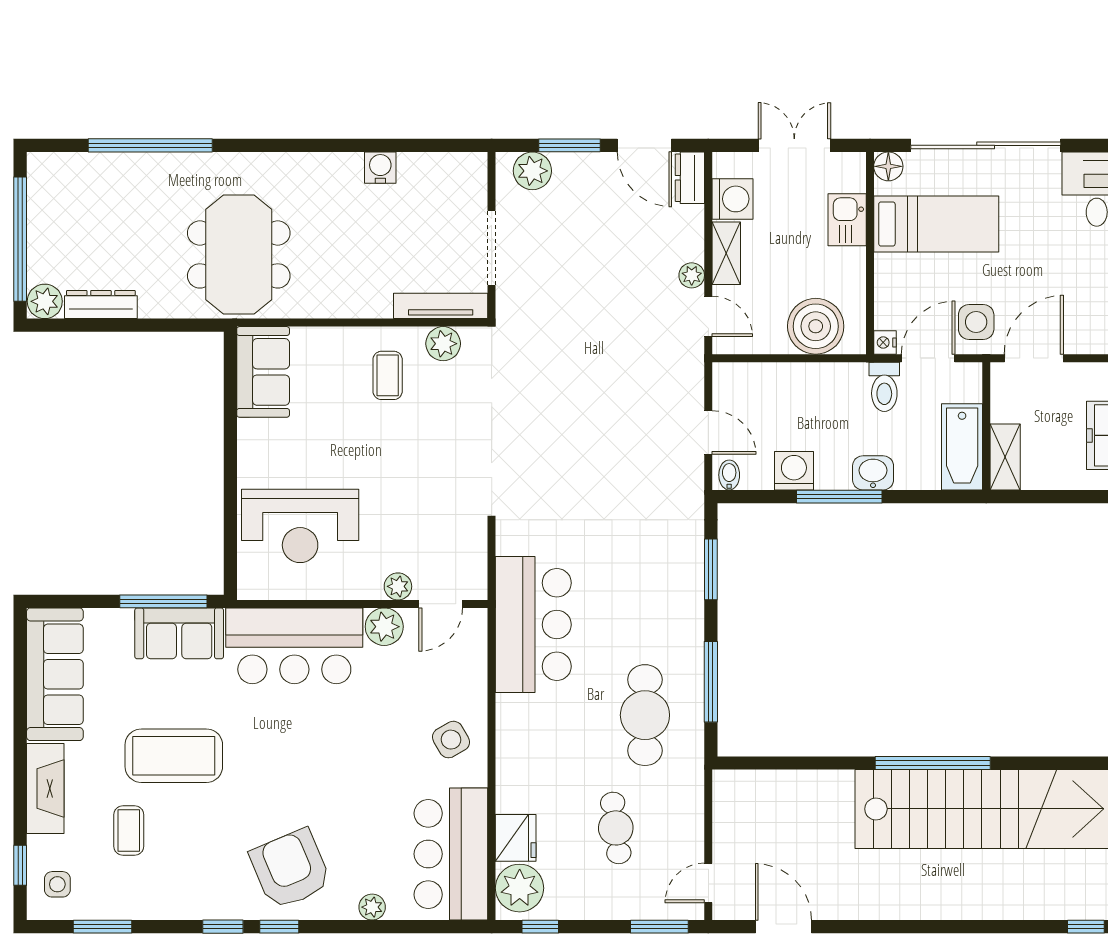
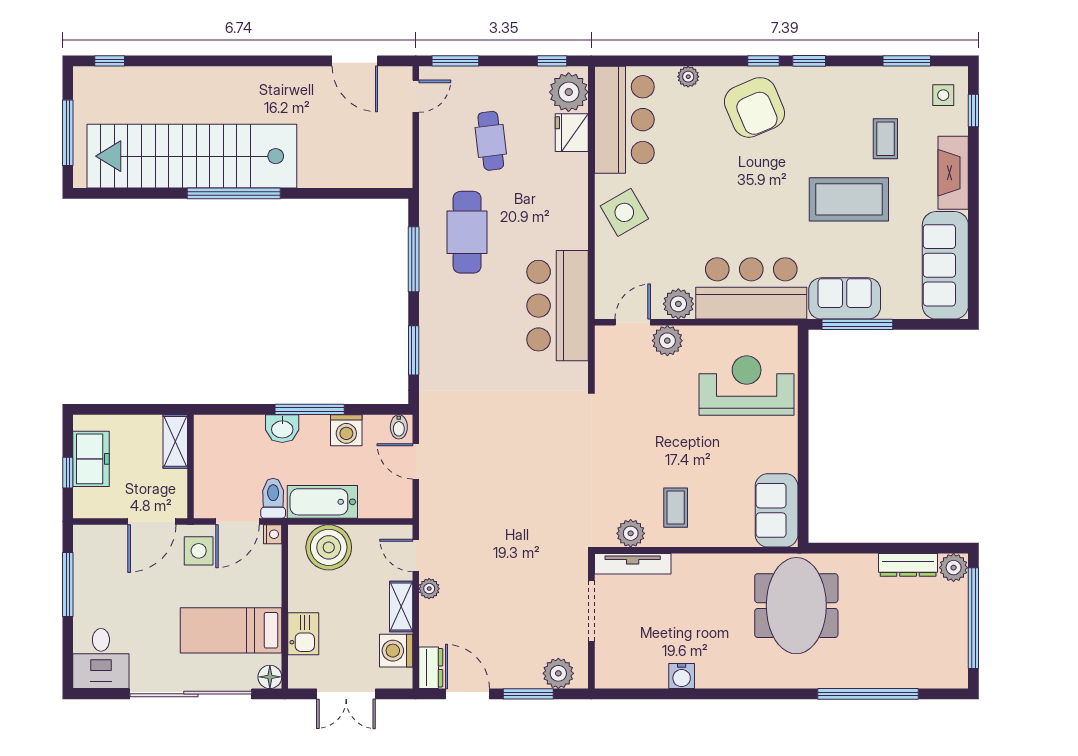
bathtub: (962, 447) -> (322, 502), moved, turned -90
plant: (398, 586) -> (667, 341), width x1.38, depth x1.38
side table: (451, 740) -> (624, 212), width x1.37, depth x1.37

